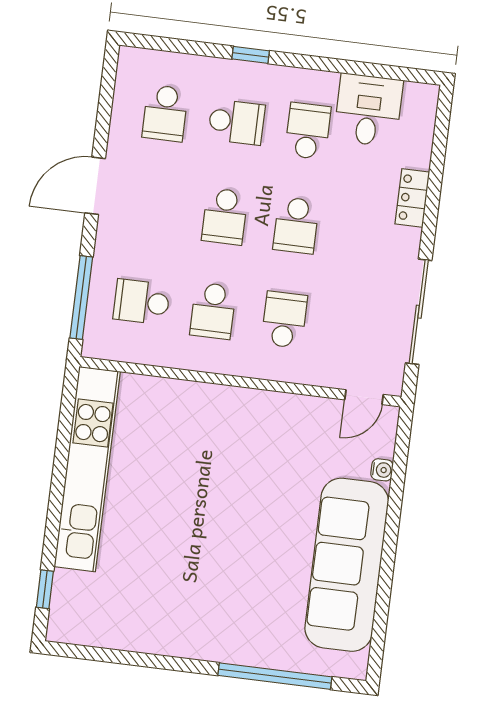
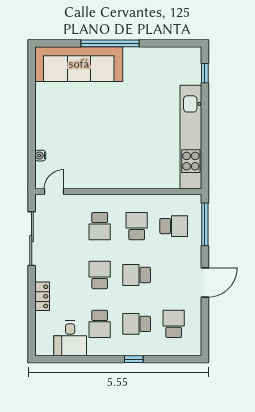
school desk: (225, 216) -> (137, 275), turned -90
sofa: (347, 565) -> (79, 64), moved, turned 90
window: (275, 676) -> (110, 43), moved

